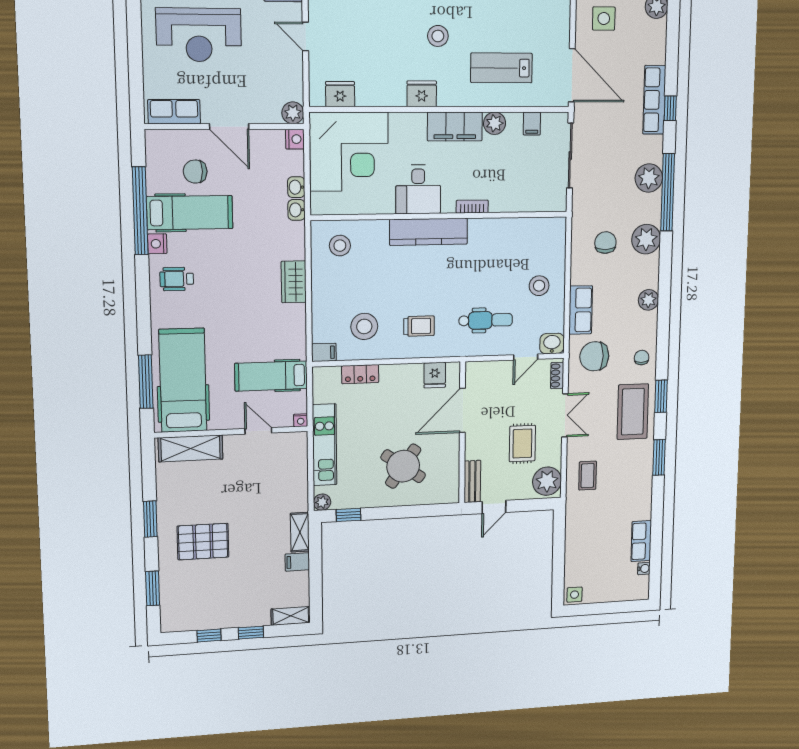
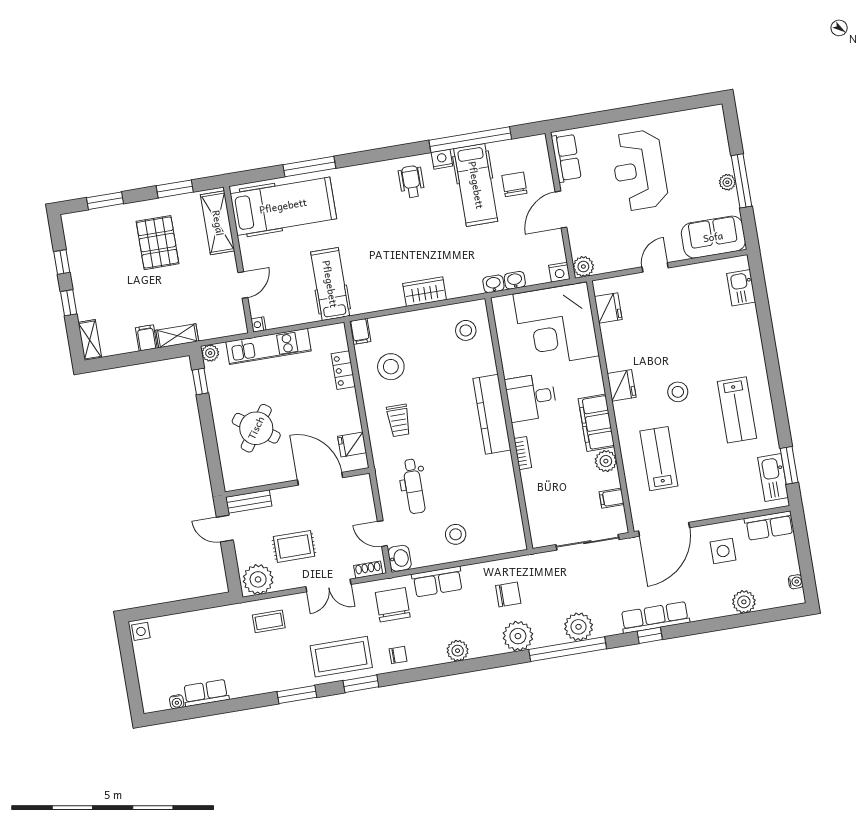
hospital bed: (183, 380) -> (283, 206), moved
nightstand: (301, 420) -> (258, 324), moved
door: (258, 431) -> (243, 285), moved
wall: (232, 432) -> (239, 260), moved
shelving: (191, 448) -> (218, 223), moved

